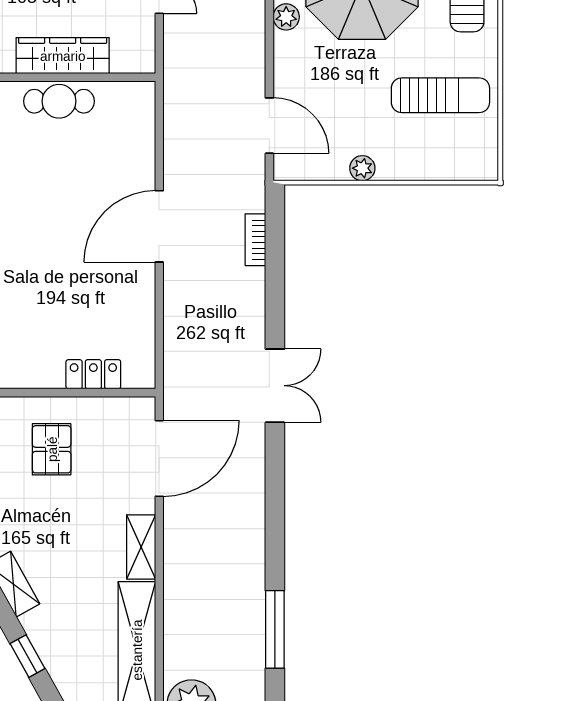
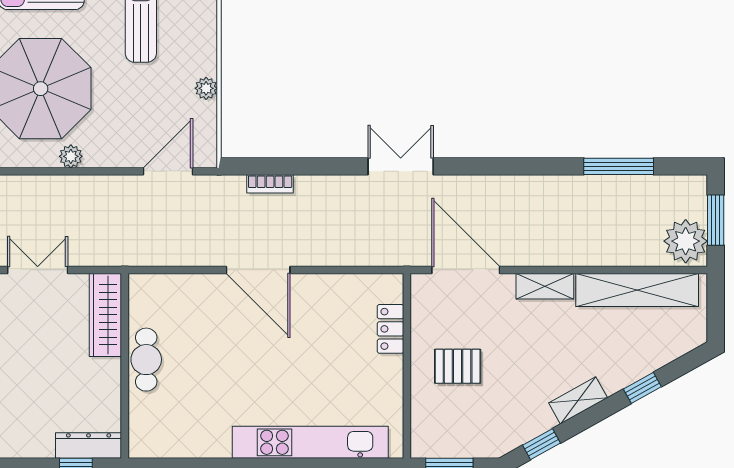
wardrobe: (63, 56) -> (105, 315), moved

